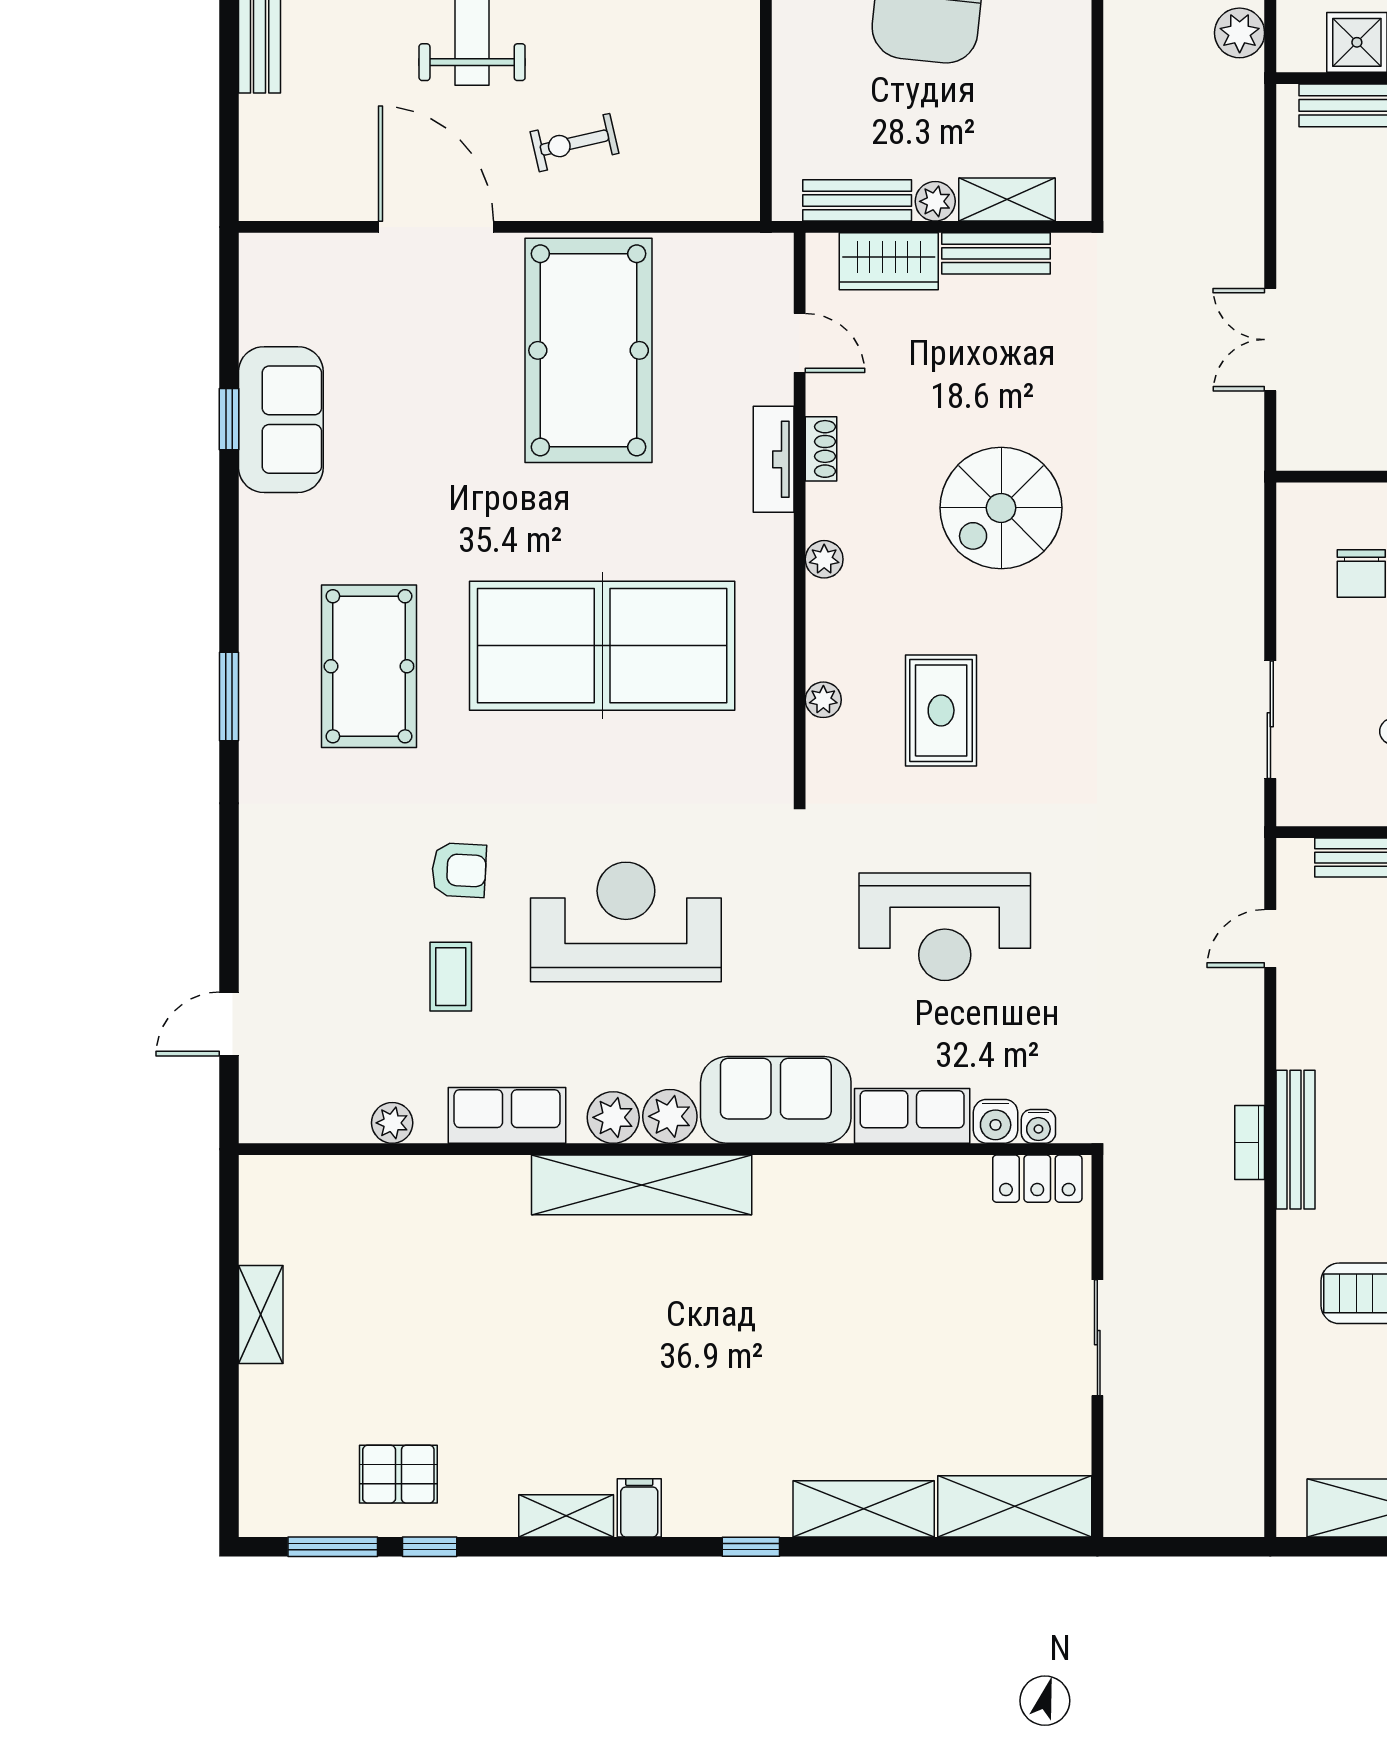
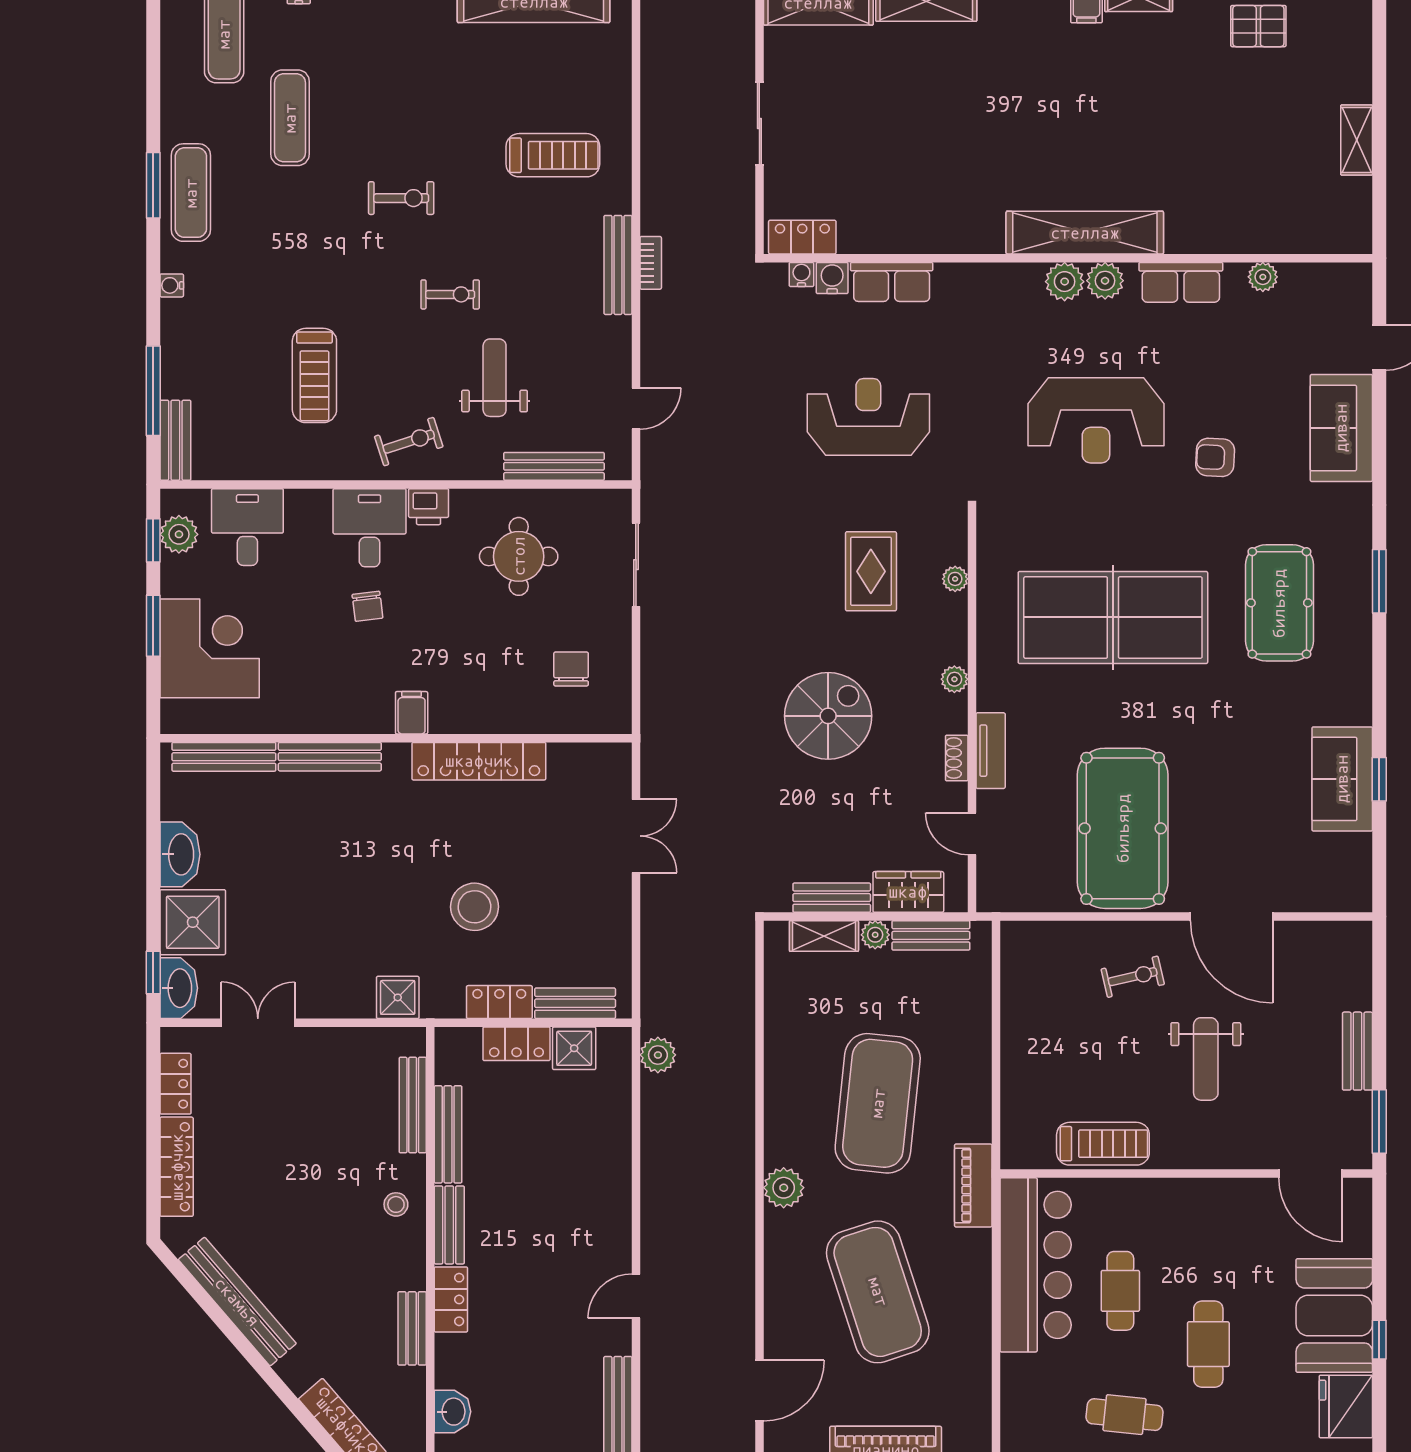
coffee table: (451, 977) -> (1221, 381), removed
sofa: (776, 1100) -> (1341, 428), moved, turned 90

